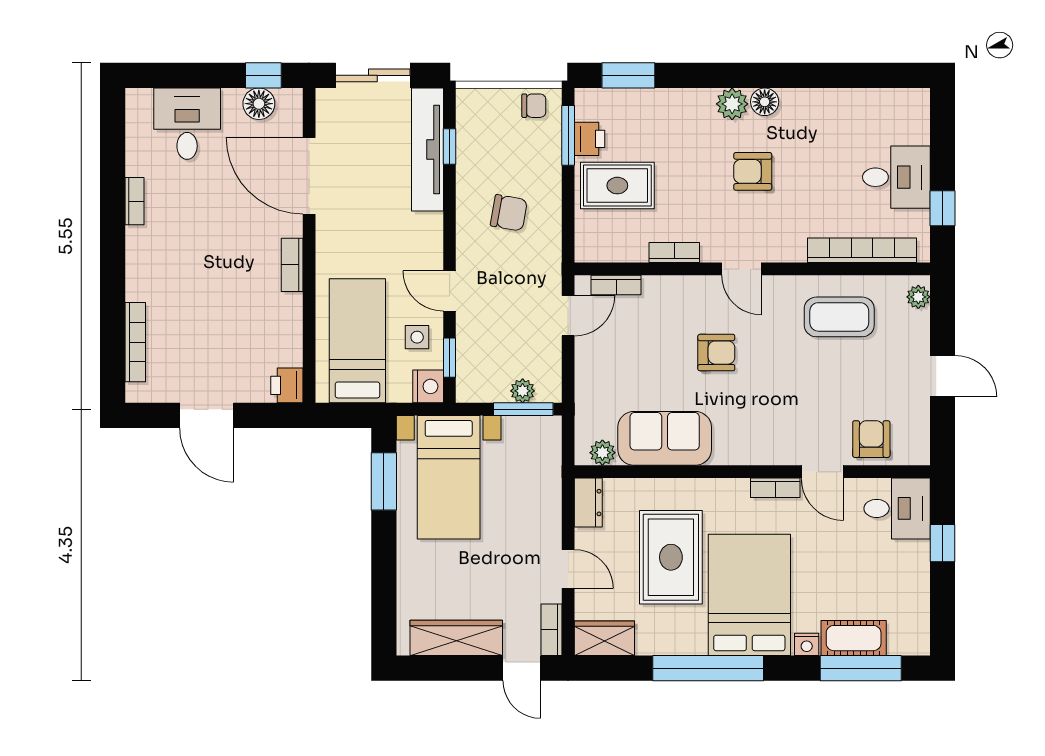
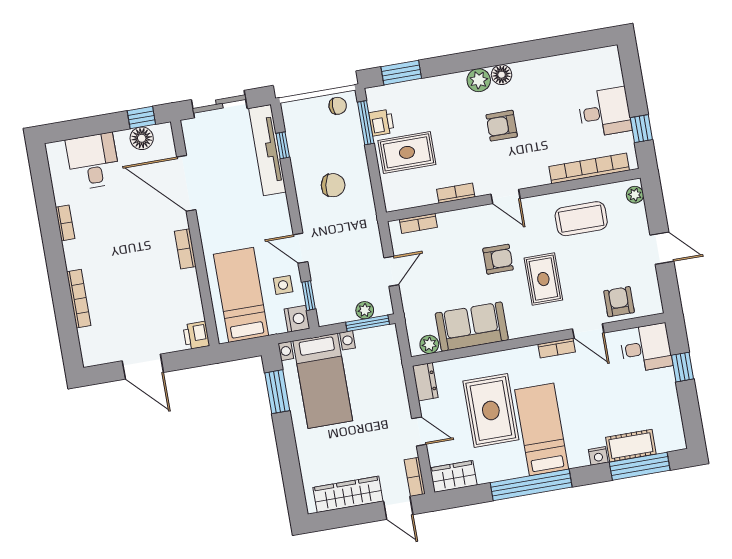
door: (568, 316) -> (391, 271), moved
bookcase: (135, 342) -> (79, 299), moved
rug: (773, 390) -> (543, 279), added
bed: (749, 595) -> (542, 429), width x0.67

